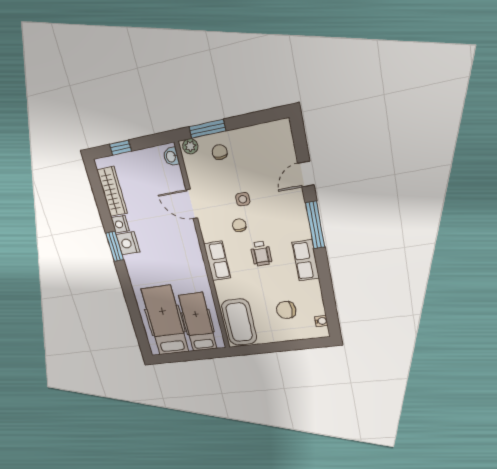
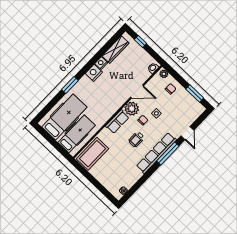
window: (207, 129) -> (195, 93), moved
door: (306, 174) -> (187, 133), swing flipped
door: (192, 204) -> (137, 92), swing flipped
plant: (212, 229) -> (132, 109), added
window: (115, 246) -> (70, 85), moved
row of seats: (306, 260) -> (156, 153), width x2.02
chair: (286, 310) -> (117, 171), removed

